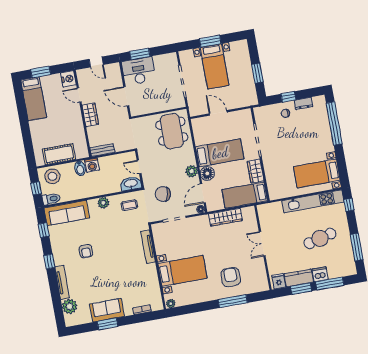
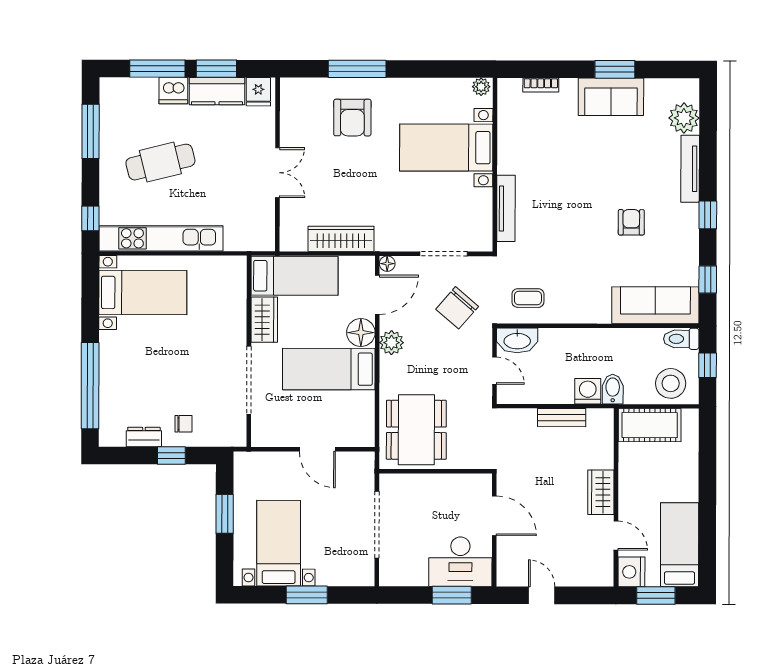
bed with nightstands: (215, 66) -> (279, 543), moved
nightstand: (68, 79) -> (631, 572), moved
door: (79, 95) -> (616, 536), moved
wall: (82, 114) -> (616, 498), moved
wardrobe: (90, 115) -> (601, 492), moved
chair: (163, 194) -> (457, 308), turned 117
plant: (103, 203) -> (579, 312), removed

